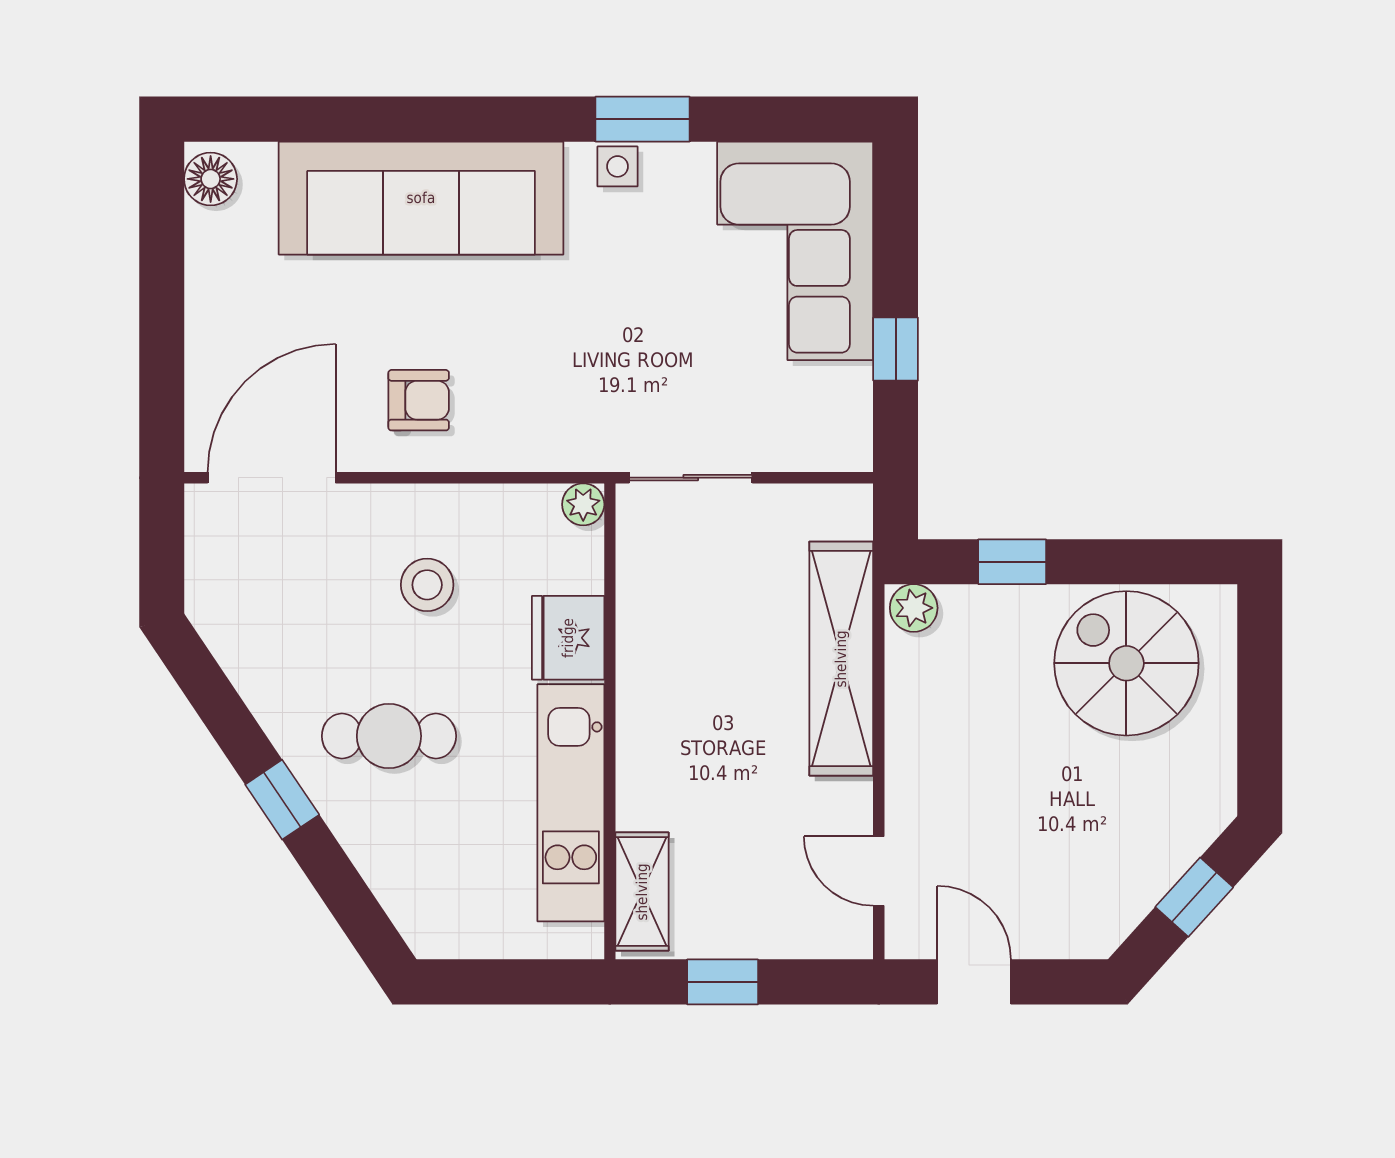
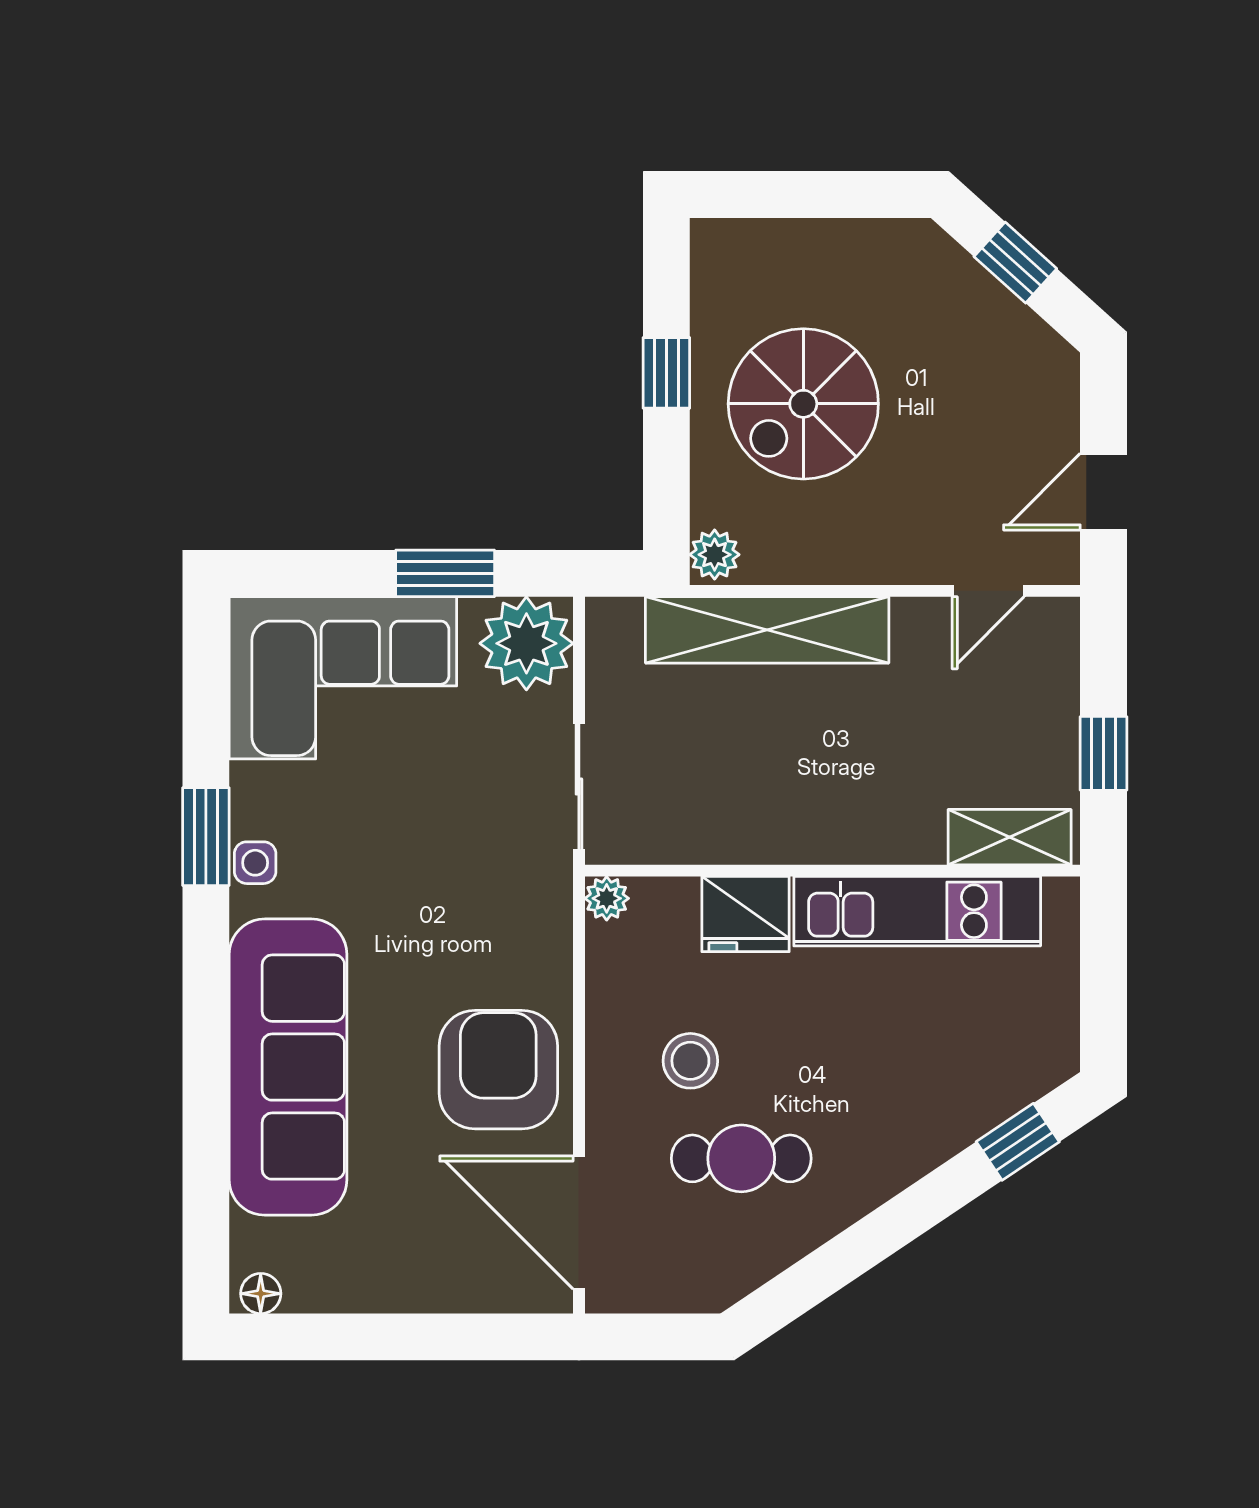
floor lamp: (211, 179) -> (261, 1294), width x0.73, depth x0.73
window: (896, 349) -> (445, 573), width x1.50
armchair: (419, 400) -> (498, 1070), width x1.88, depth x1.88
plant: (828, 427) -> (526, 643), added
window: (1012, 562) -> (666, 373), moved
spiral stairs: (1126, 663) -> (803, 404), moved
cafe table: (389, 736) -> (741, 1158), moved, turned 90
window: (282, 800) -> (1018, 1142), moved

